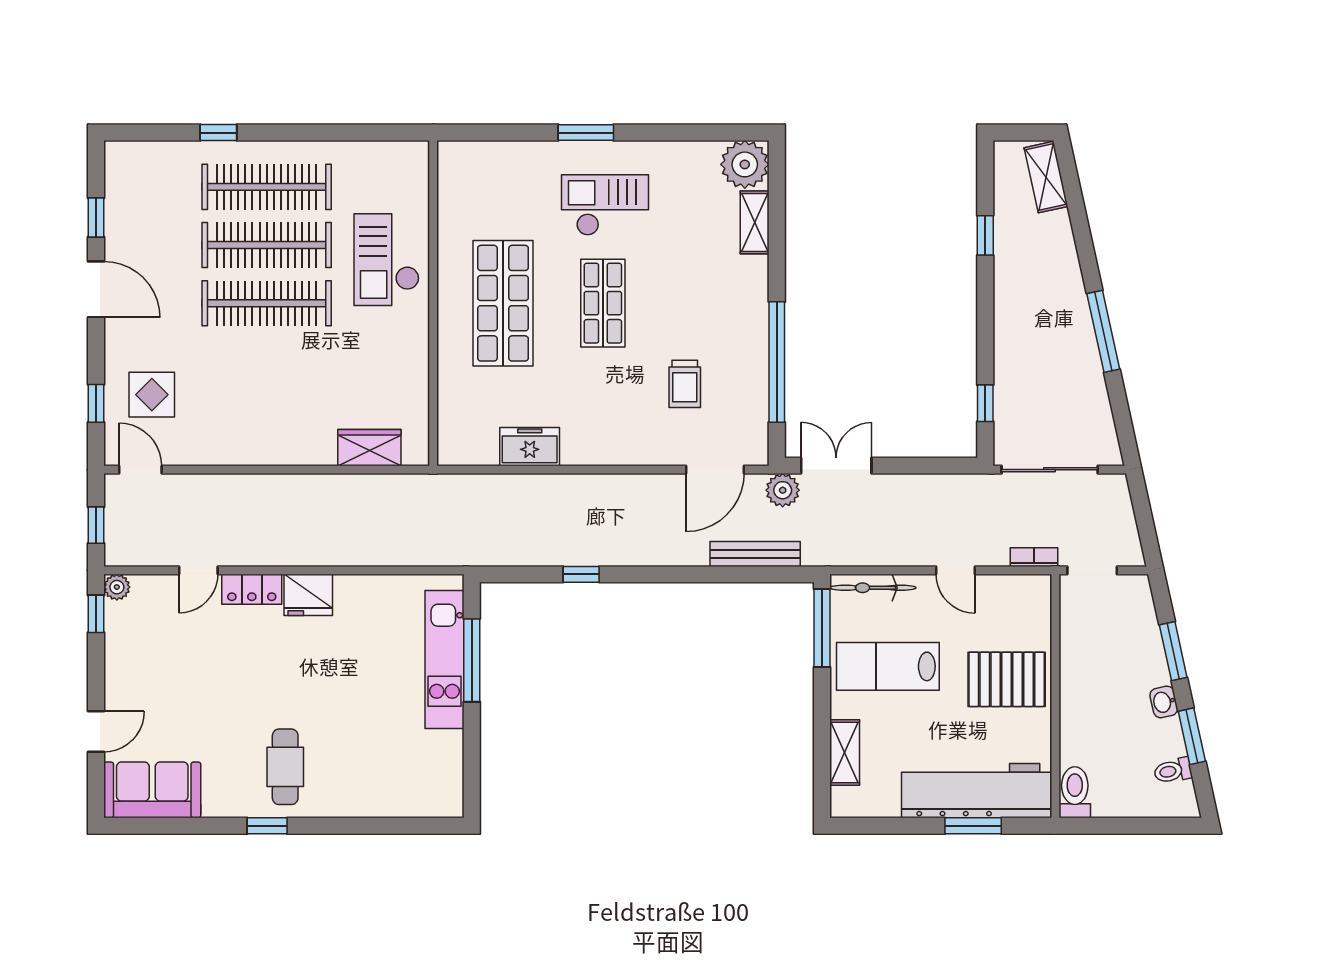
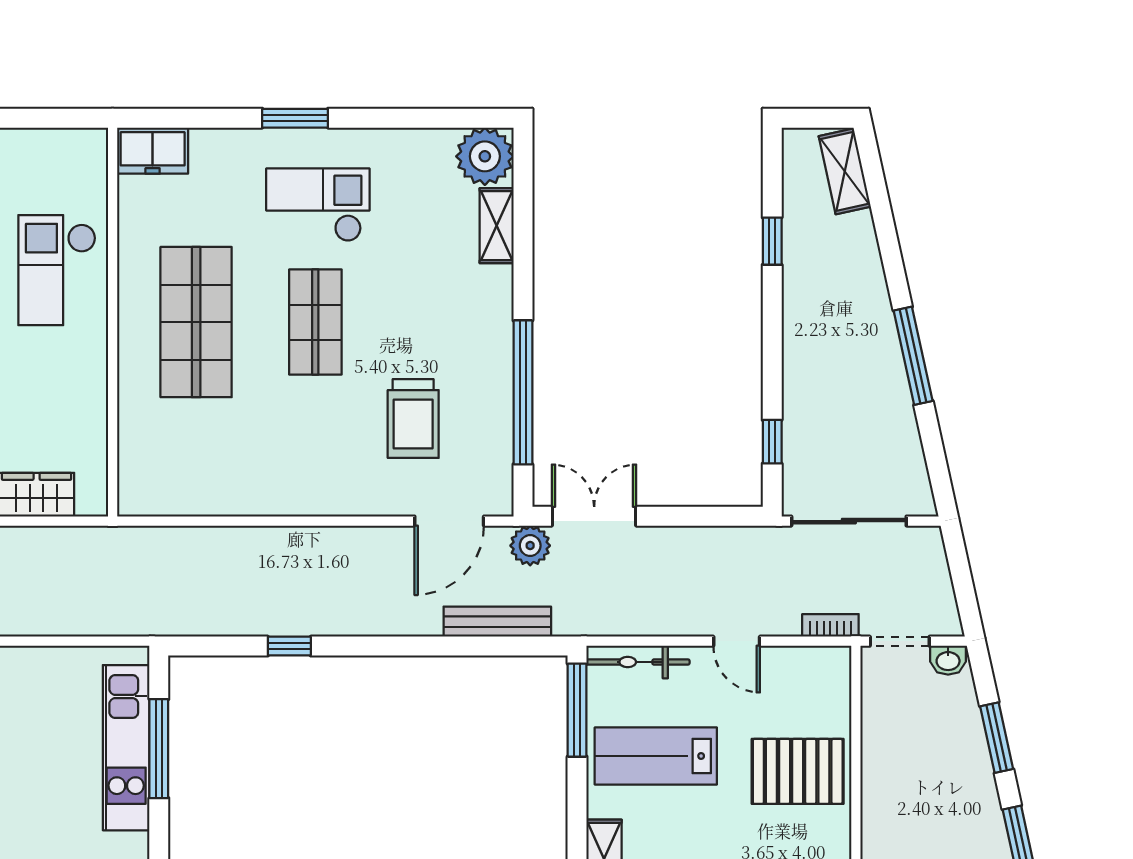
trolley: (685, 384) -> (413, 418), width x1.36, depth x1.39
freezer: (530, 447) -> (153, 151), moved, turned 180
washbasin: (1164, 702) -> (948, 660), moved, turned -78

